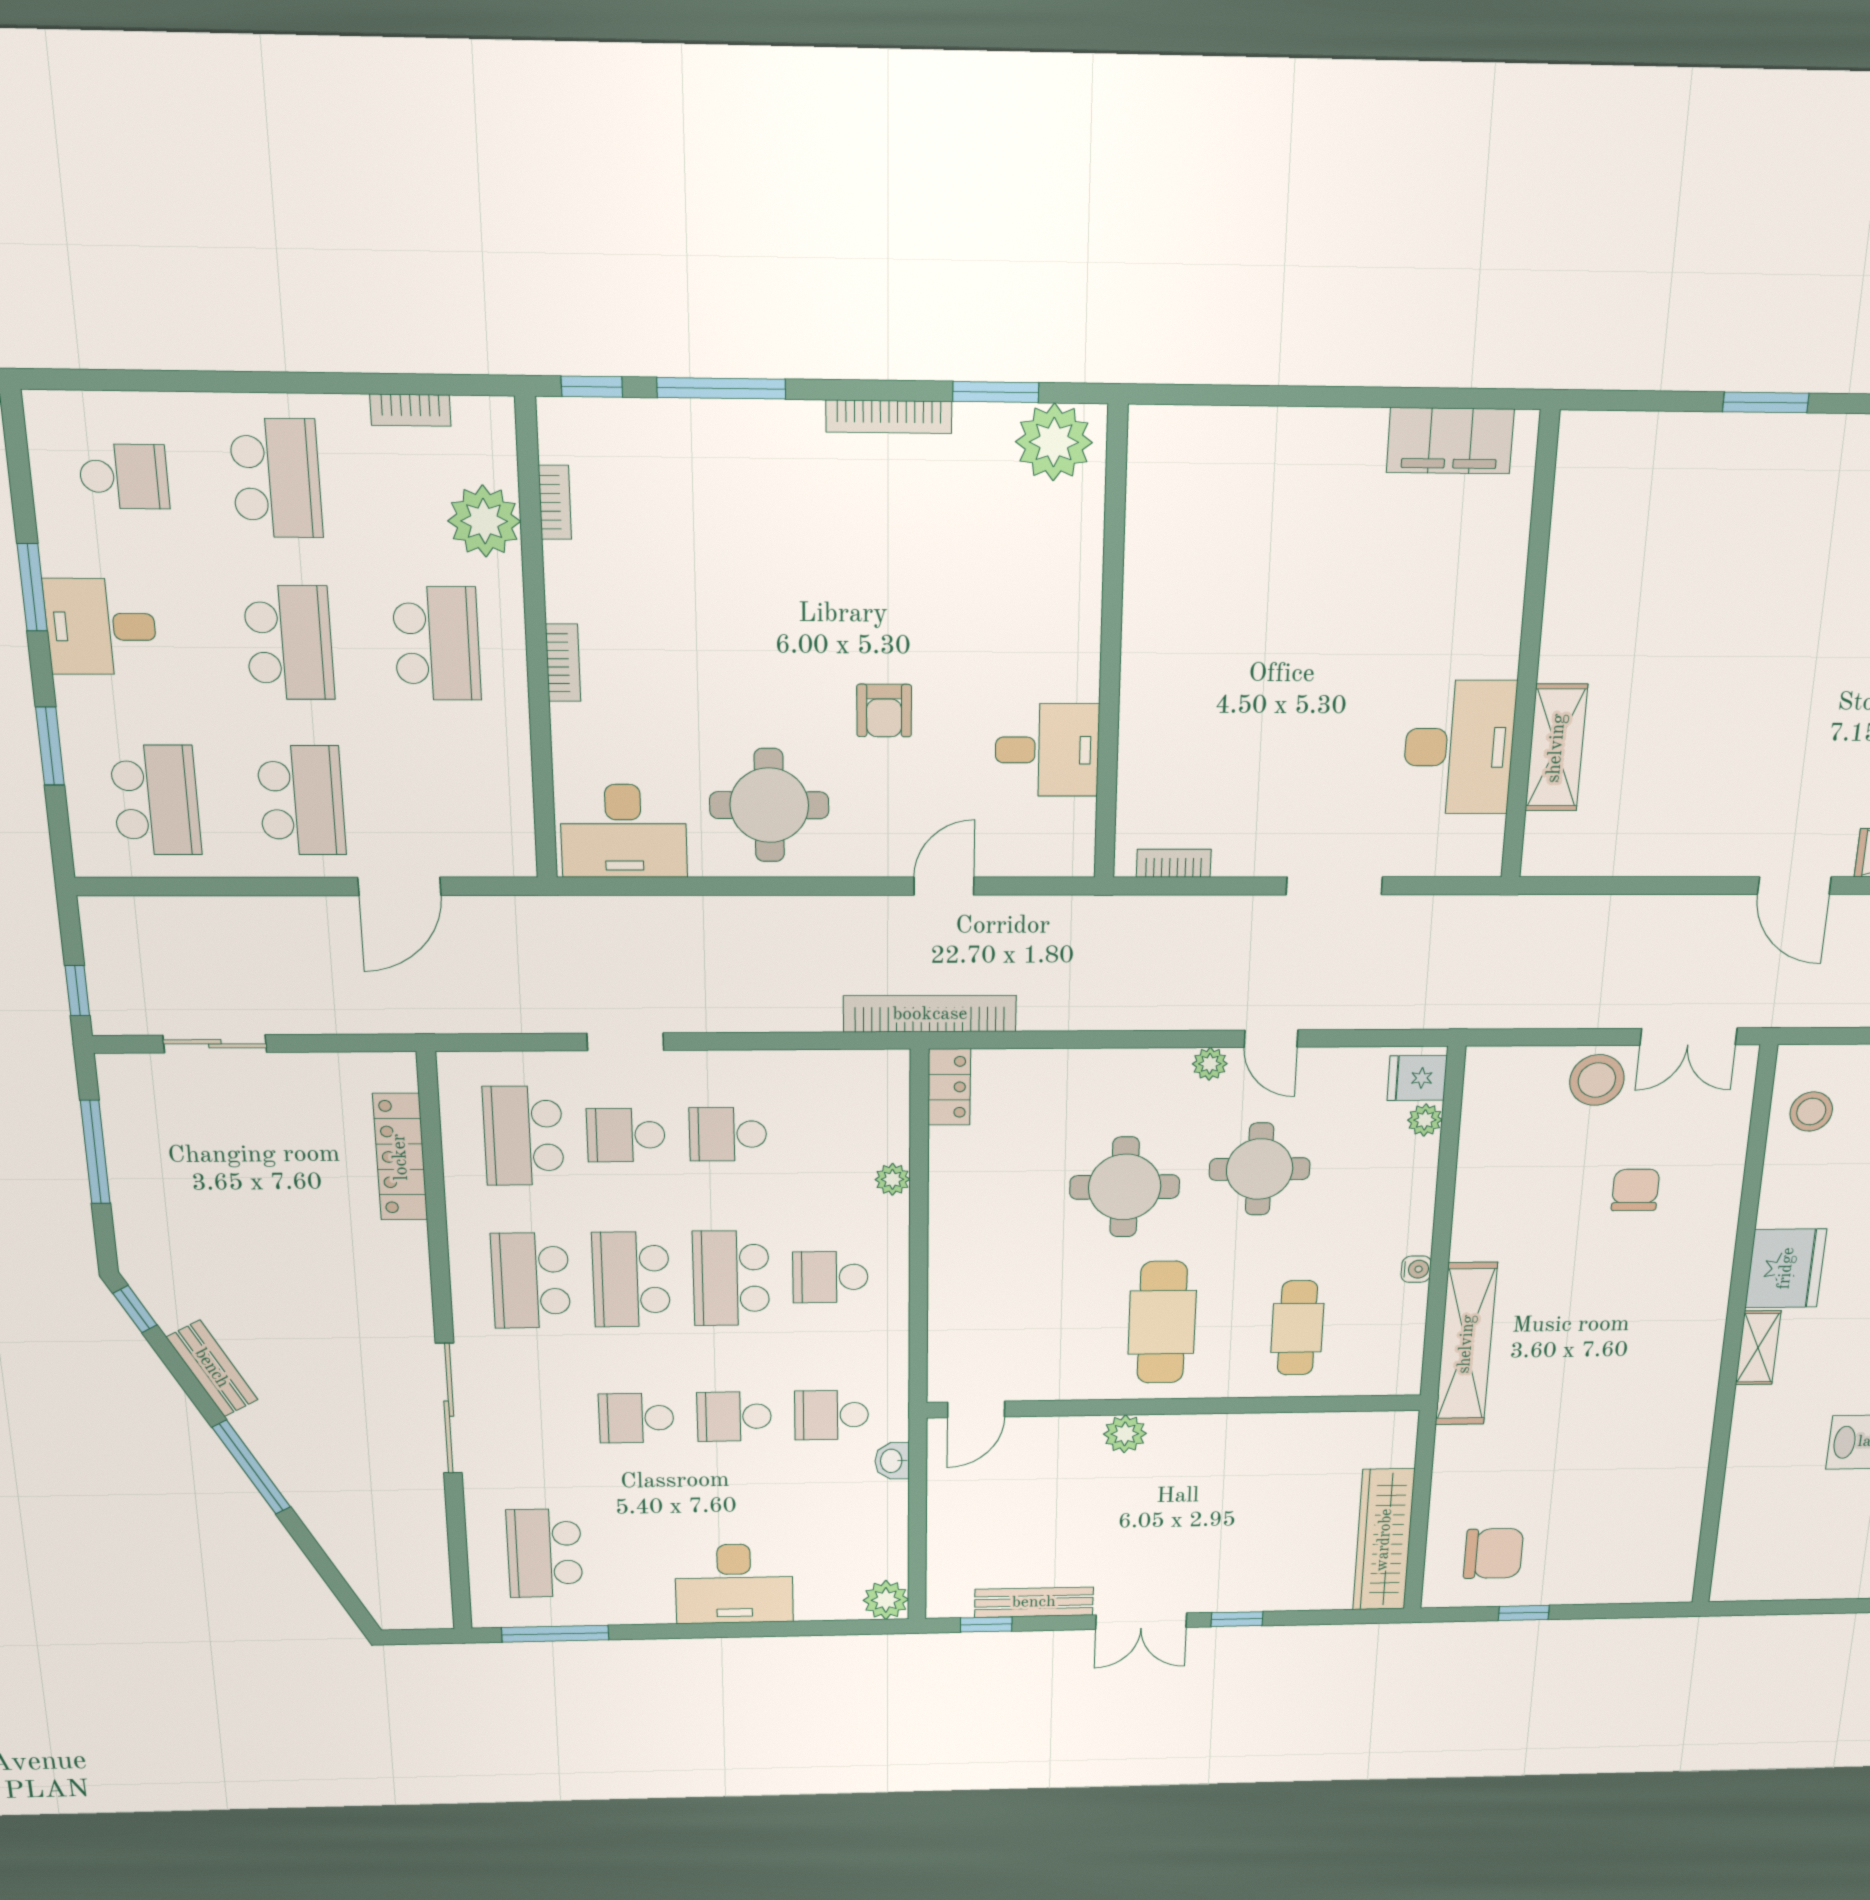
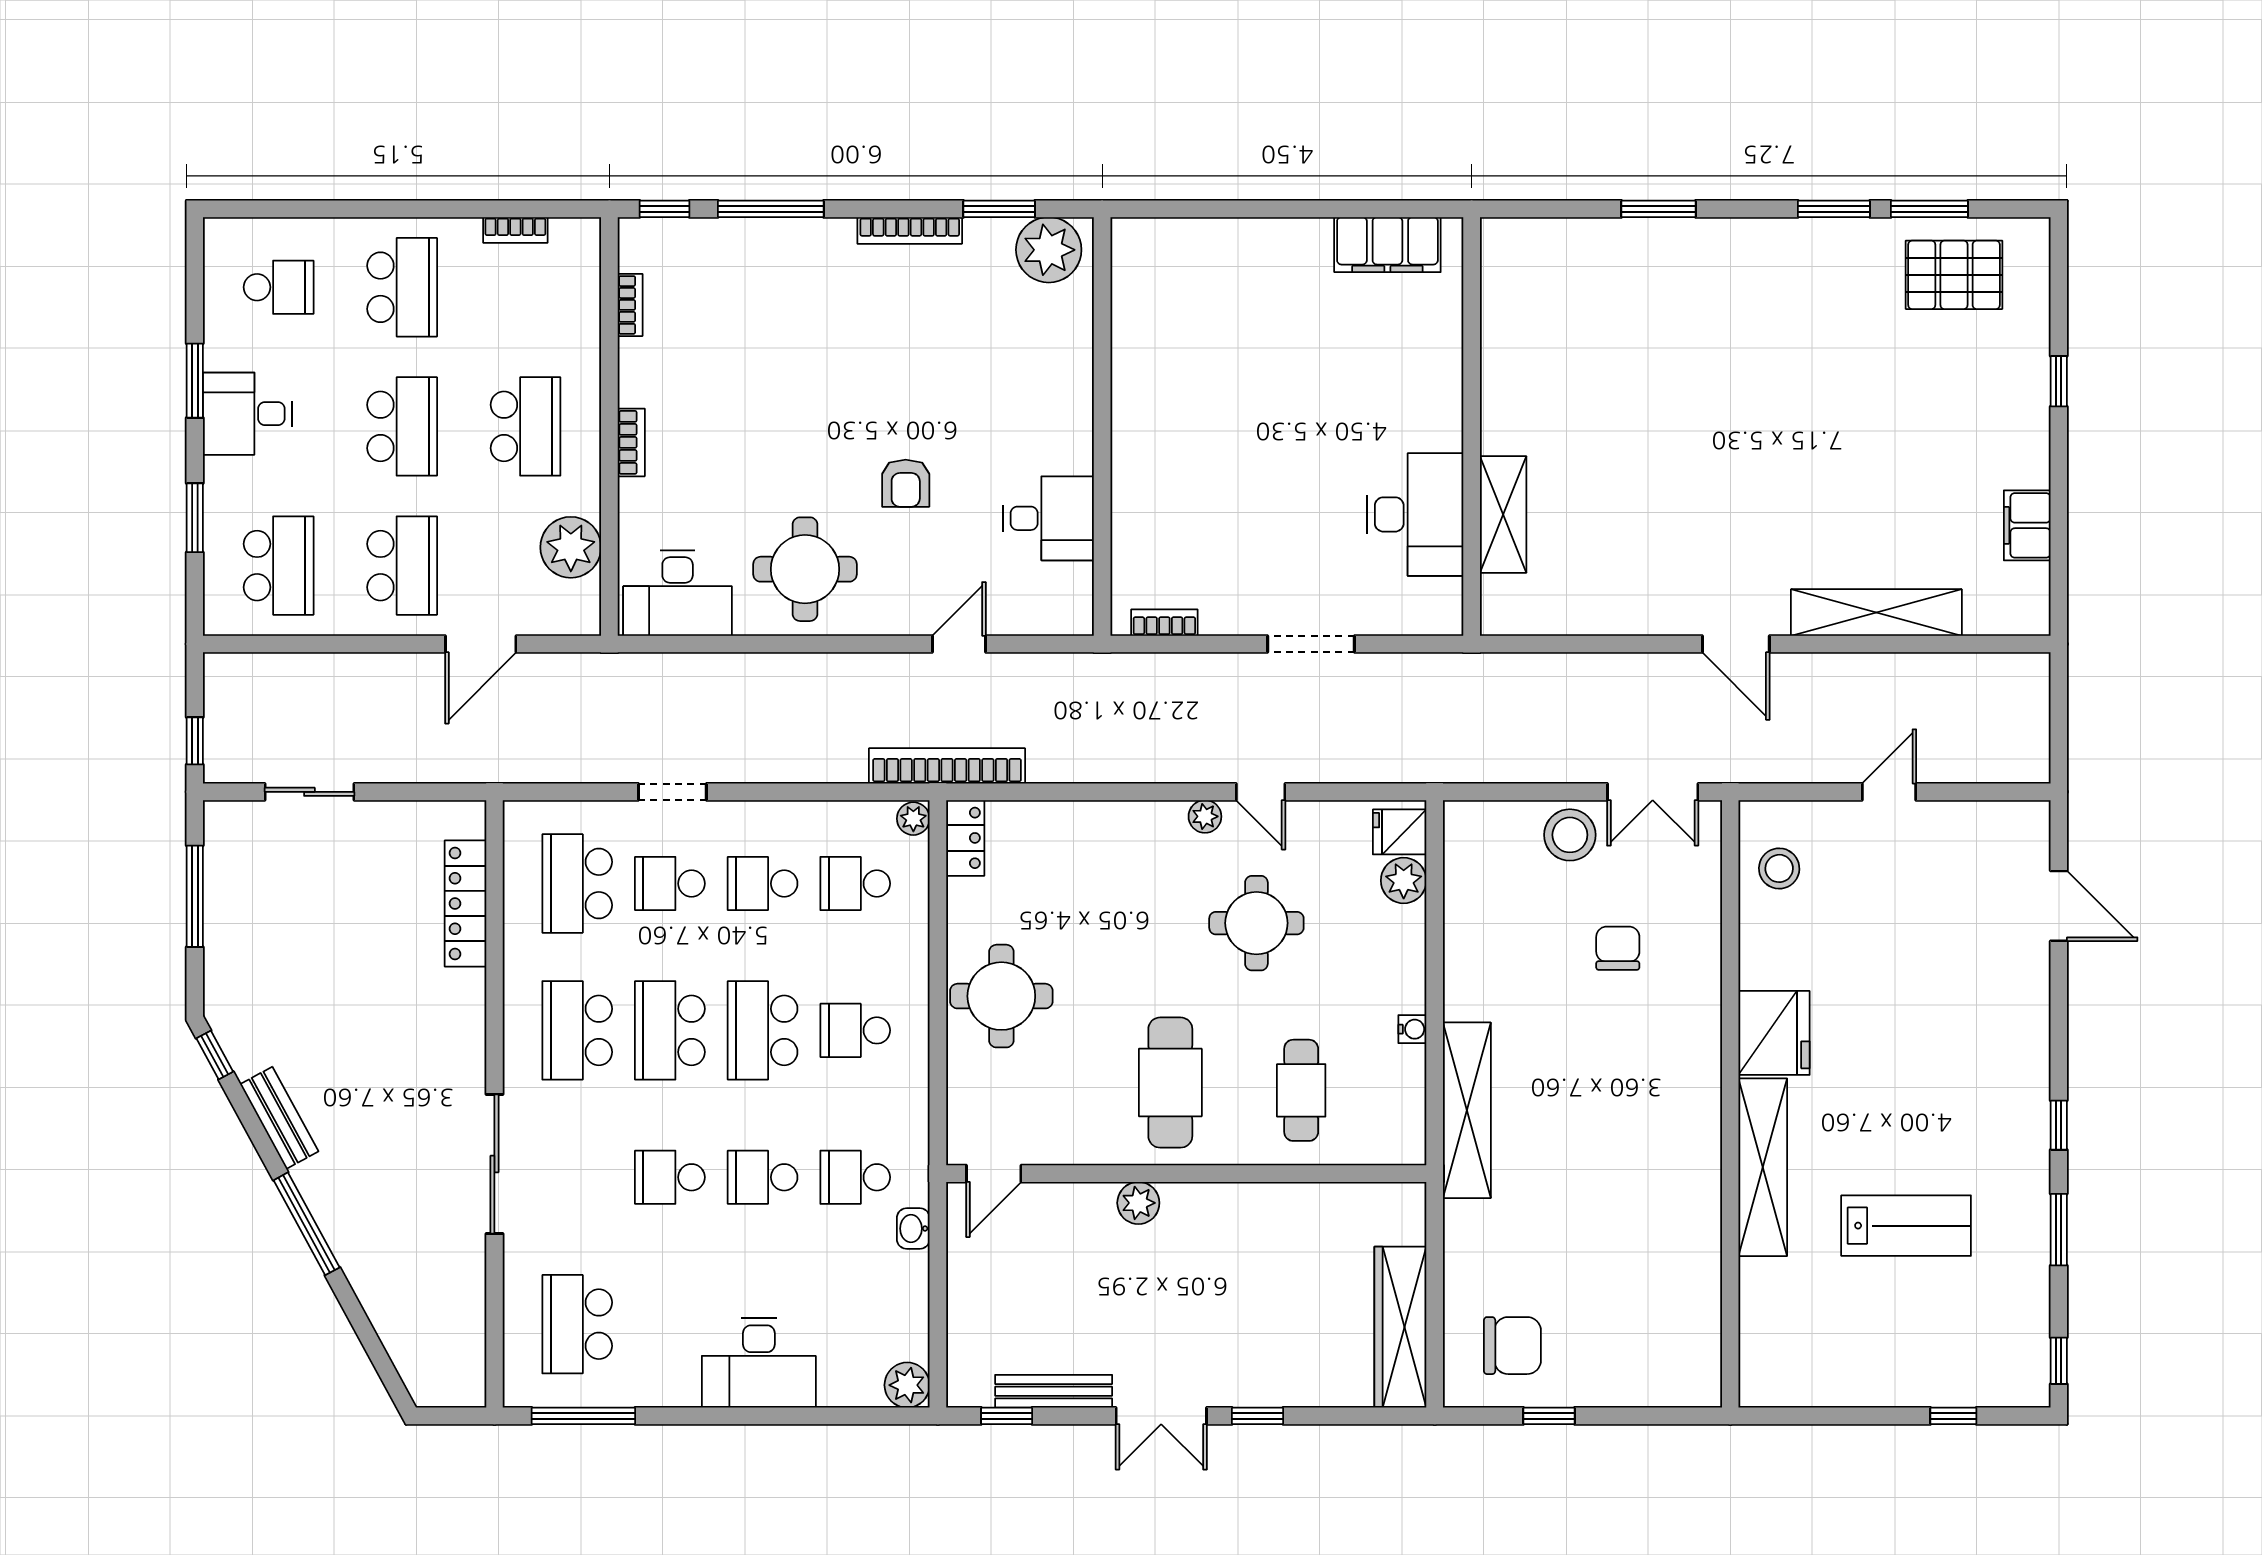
plant: (484, 521) -> (571, 547), moved
plant: (1425, 1120) -> (1404, 881), width x1.38, depth x1.38
school desk: (829, 1133) -> (855, 884), added
plant: (892, 1179) -> (913, 819), moved
round table: (1125, 1187) -> (1001, 996), moved
shelving: (1758, 1348) -> (1763, 1167), width x2.20, depth x1.33

